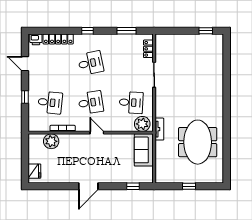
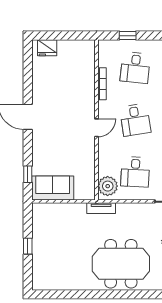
window: (25, 97) -> (128, 36), moved
plant: (51, 141) -> (85, 69), removed
meeting table: (198, 142) -> (121, 264), moved
sofa: (144, 150) -> (53, 188), moved

